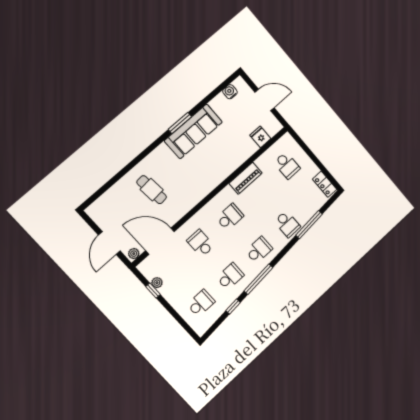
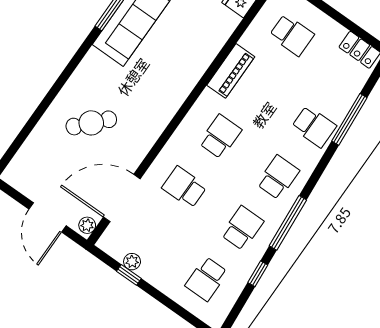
cafe table: (152, 190) -> (91, 123), turned -42
school desk: (201, 303) -> (206, 279), turned 180

